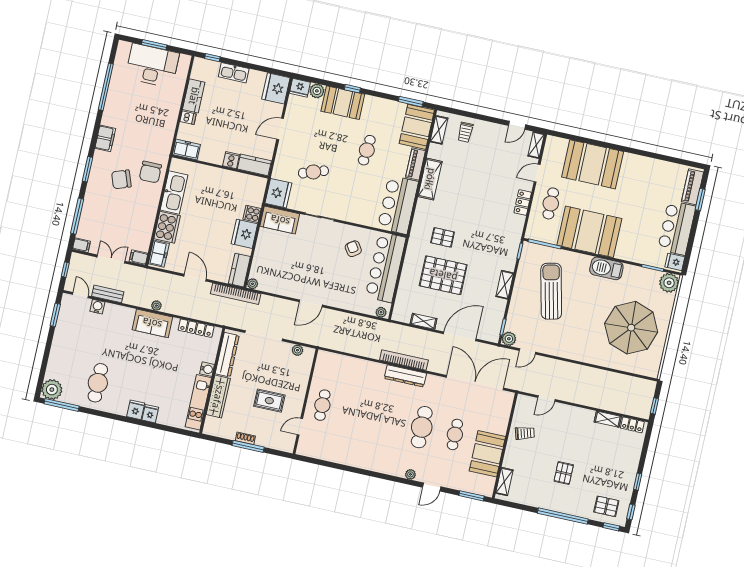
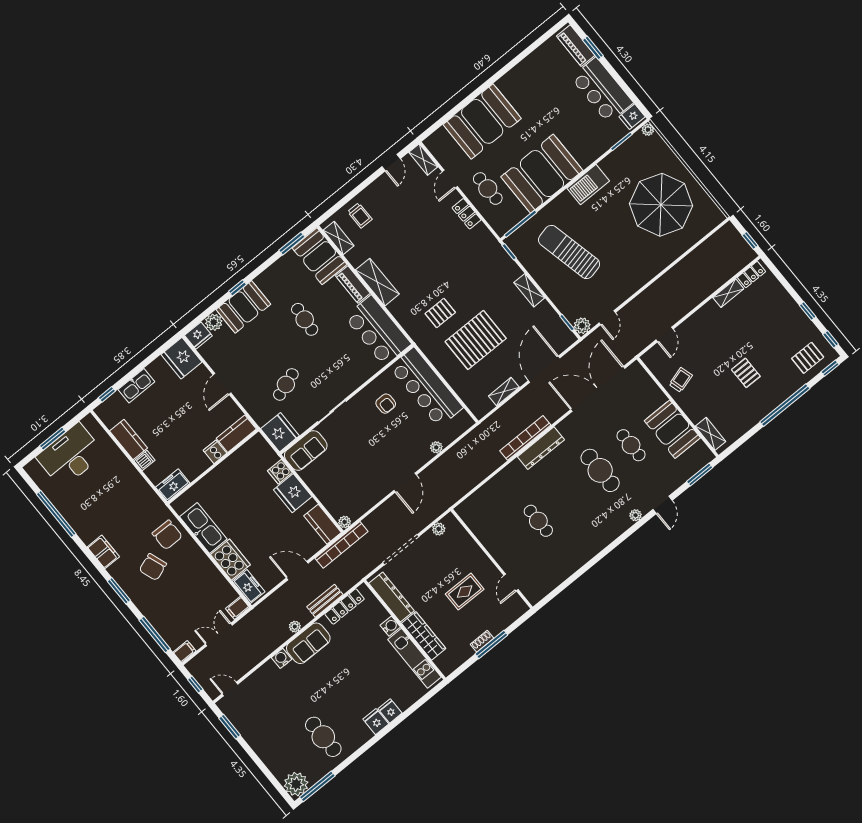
armchair: (353, 249) -> (386, 404), turned -145
plant: (669, 283) -> (648, 130), width x0.53, depth x0.53
bench: (108, 294) -> (325, 601), moved
water cooler: (97, 307) -> (282, 658), moved
plant: (381, 312) -> (436, 447), moved
cafe table: (322, 405) -> (538, 521), moved

